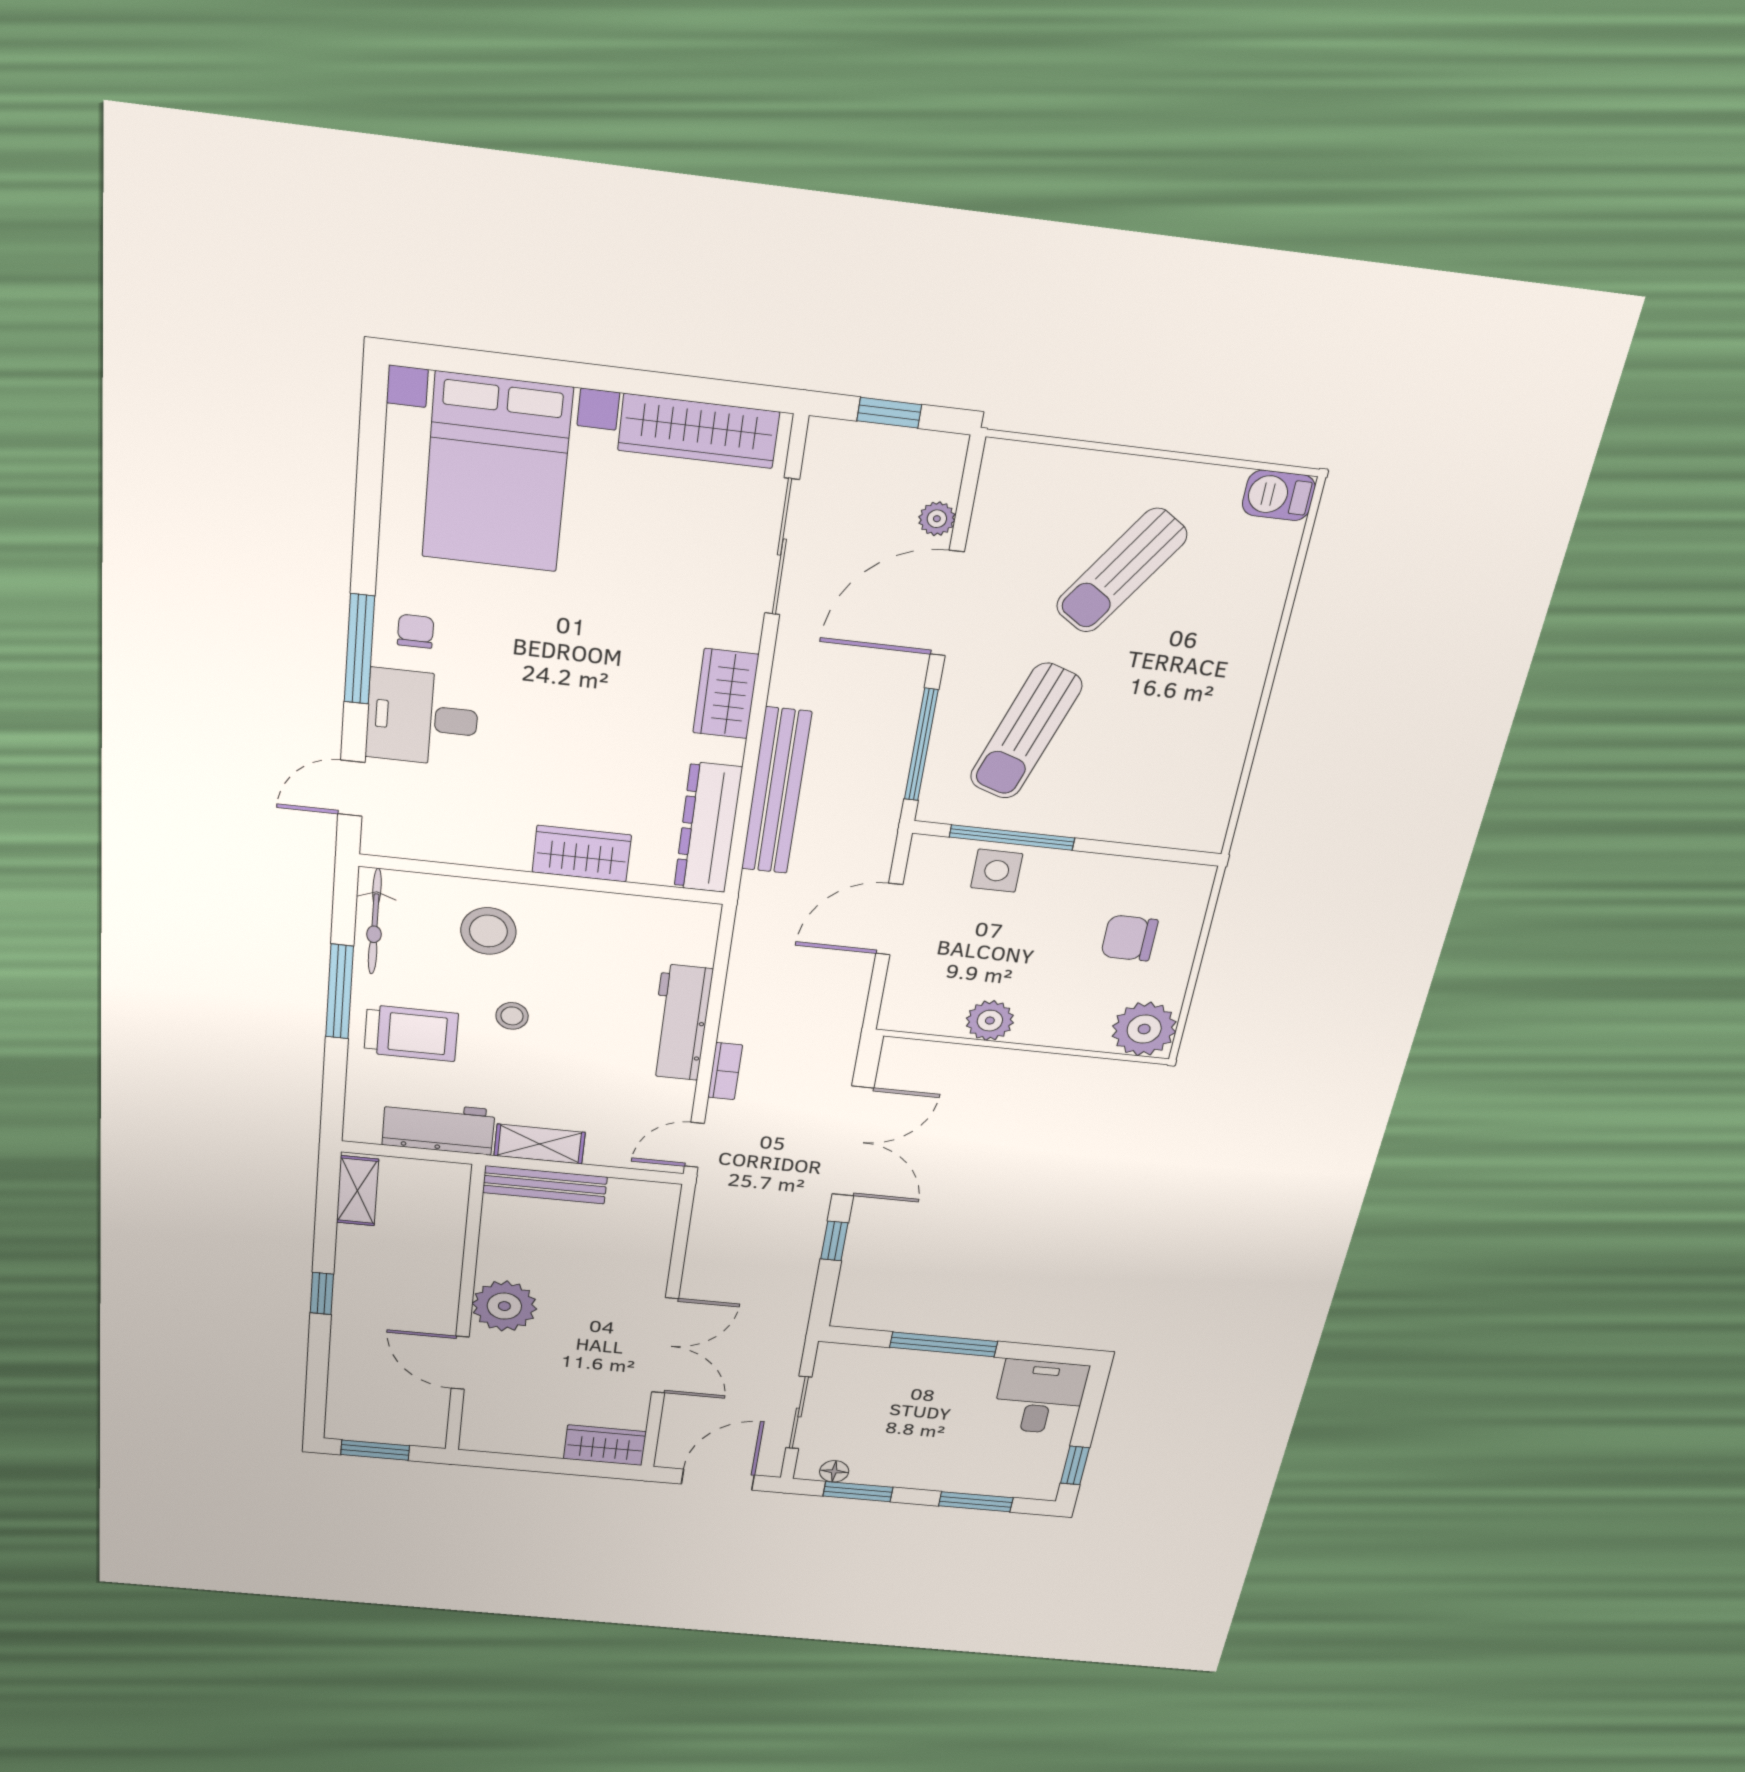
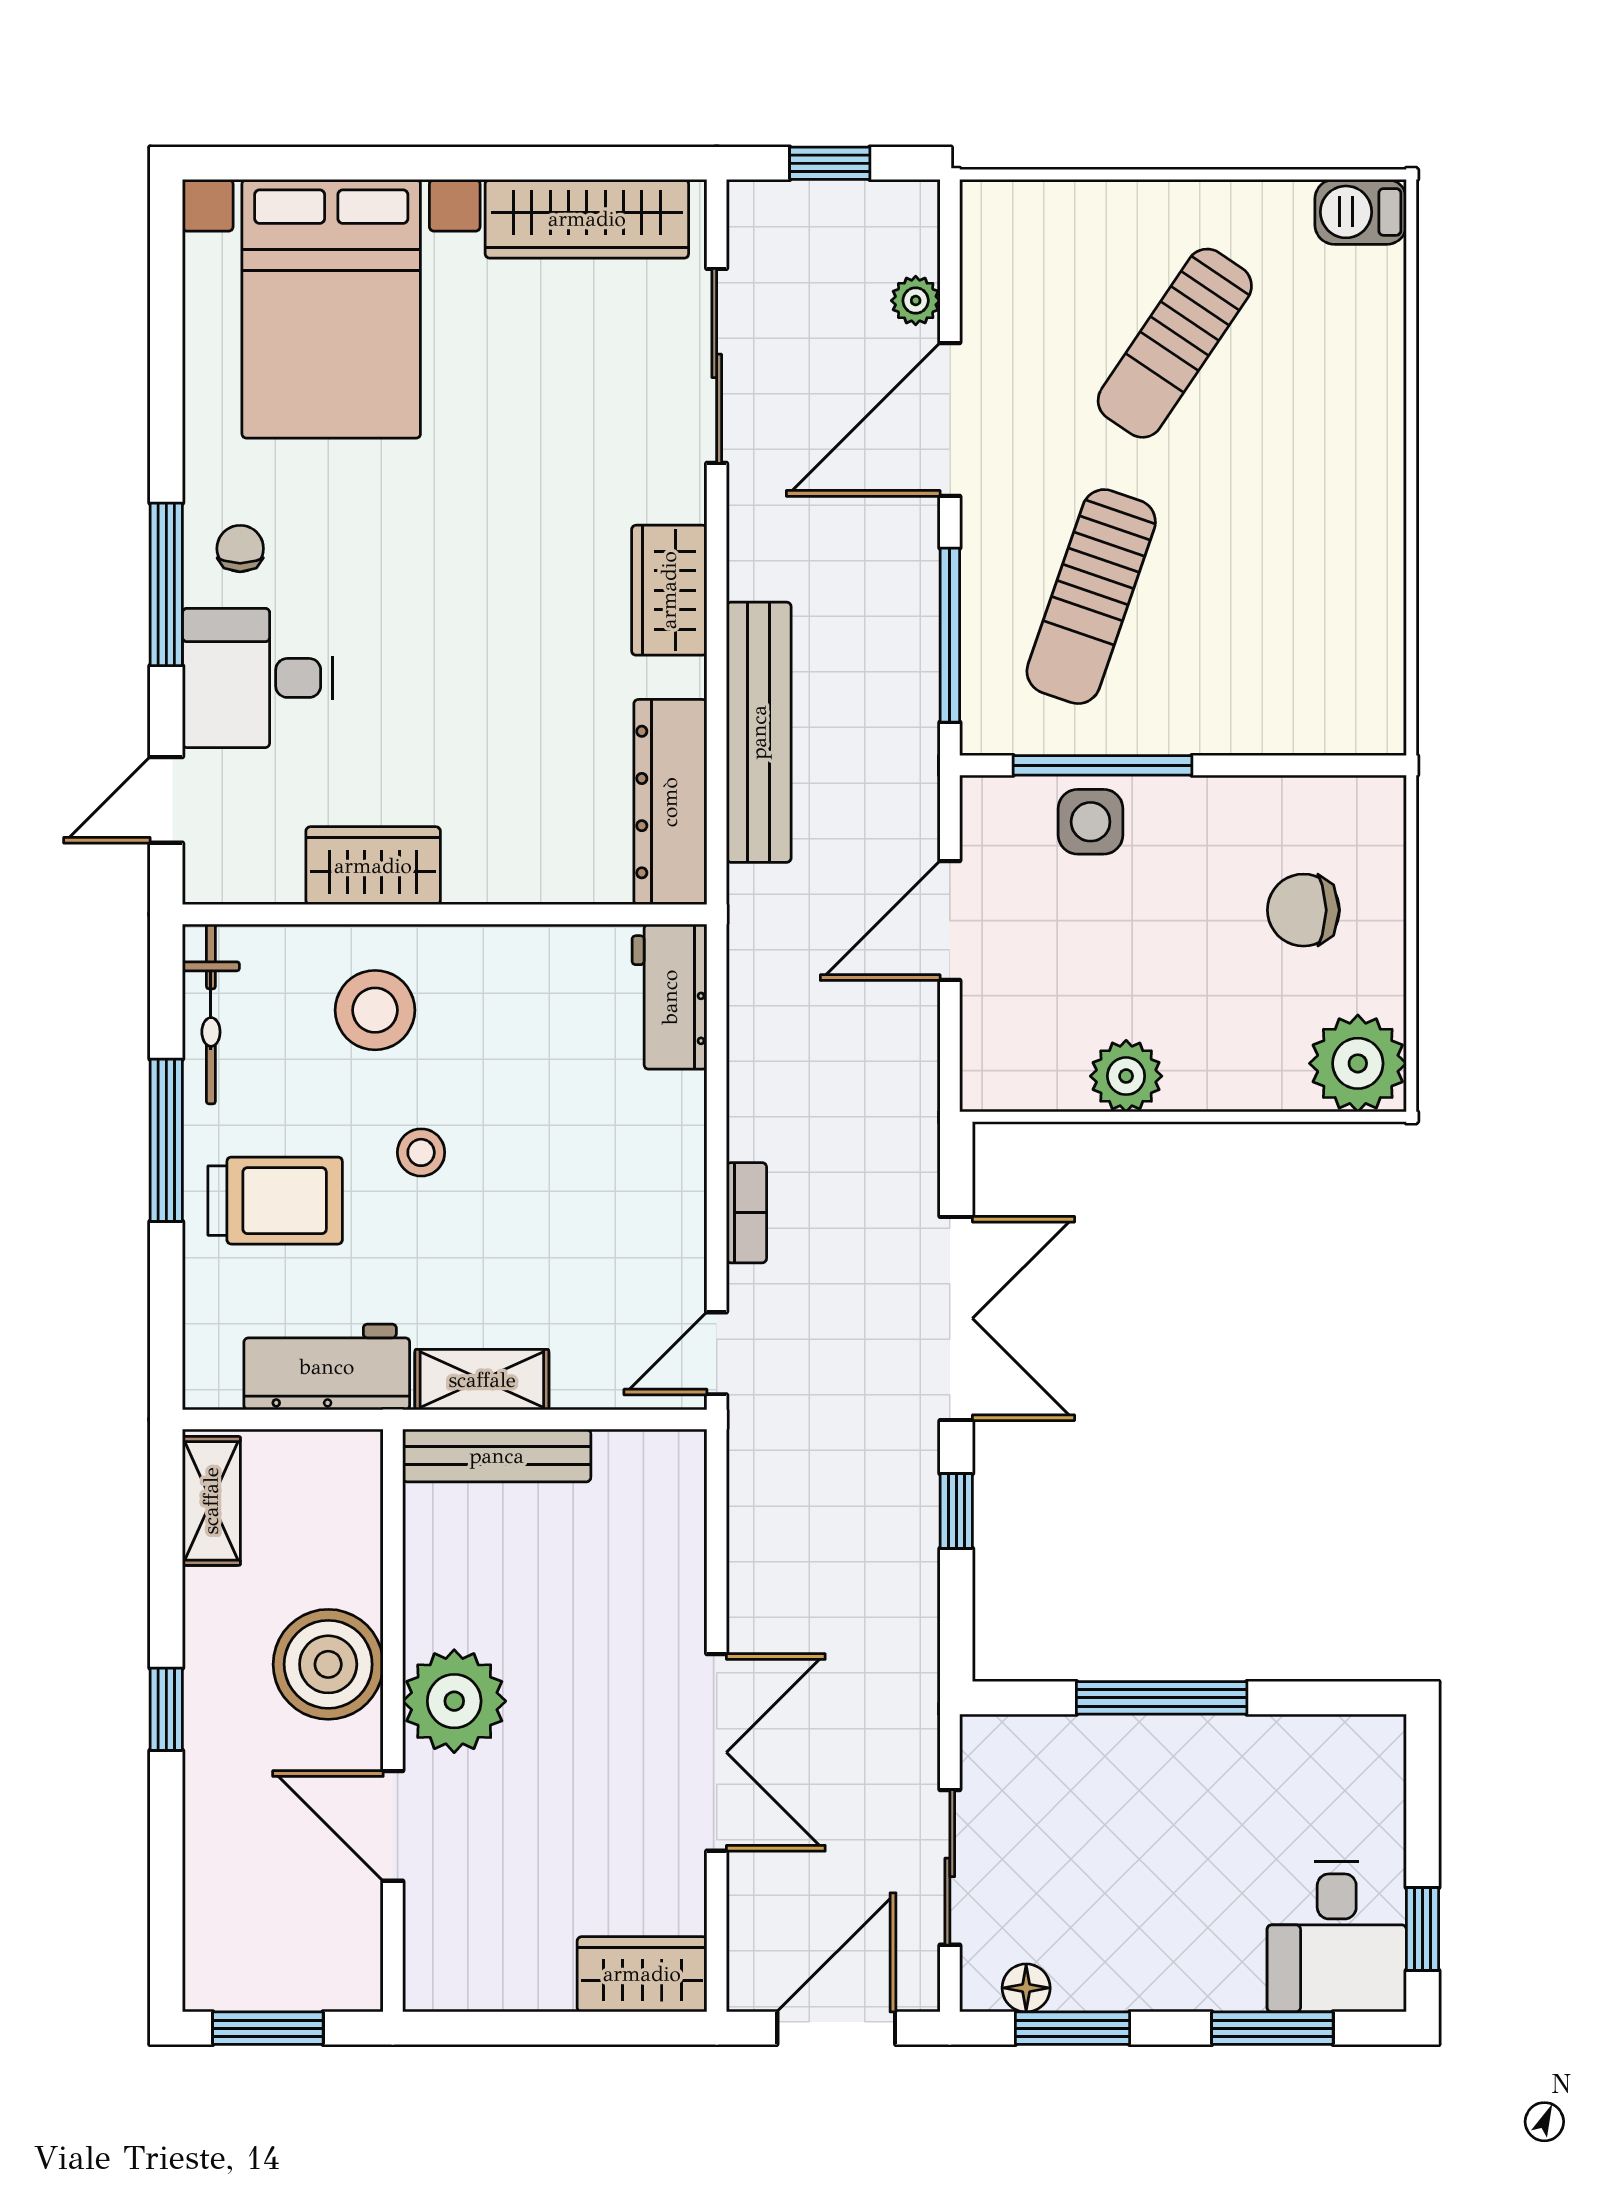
wardrobe: (582, 854) -> (373, 866), moved
workbench: (680, 1023) -> (670, 997), moved, width x0.73
boiler: (426, 1281) -> (328, 1664), added
desk: (1040, 1397) -> (1337, 1937), moved, turned 180

